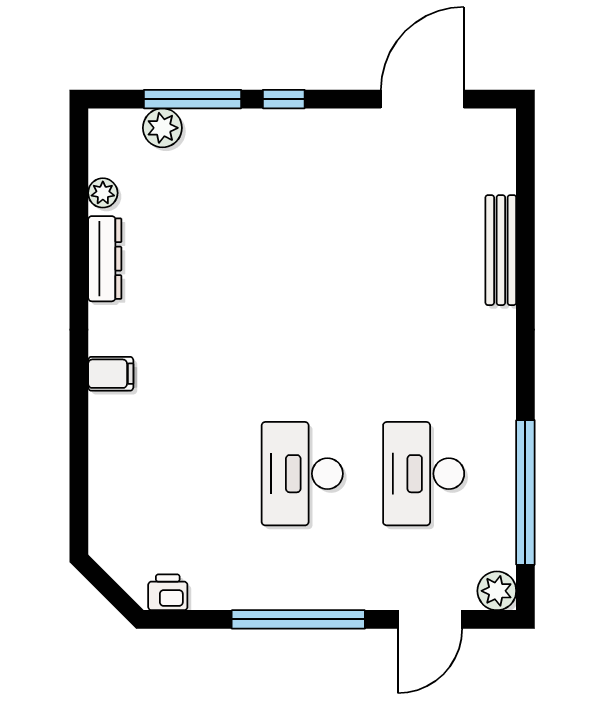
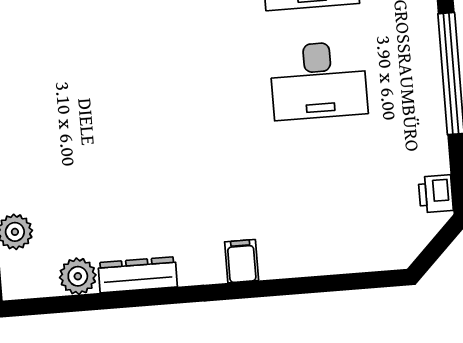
plant: (103, 193) -> (78, 276), width x1.38, depth x1.38

